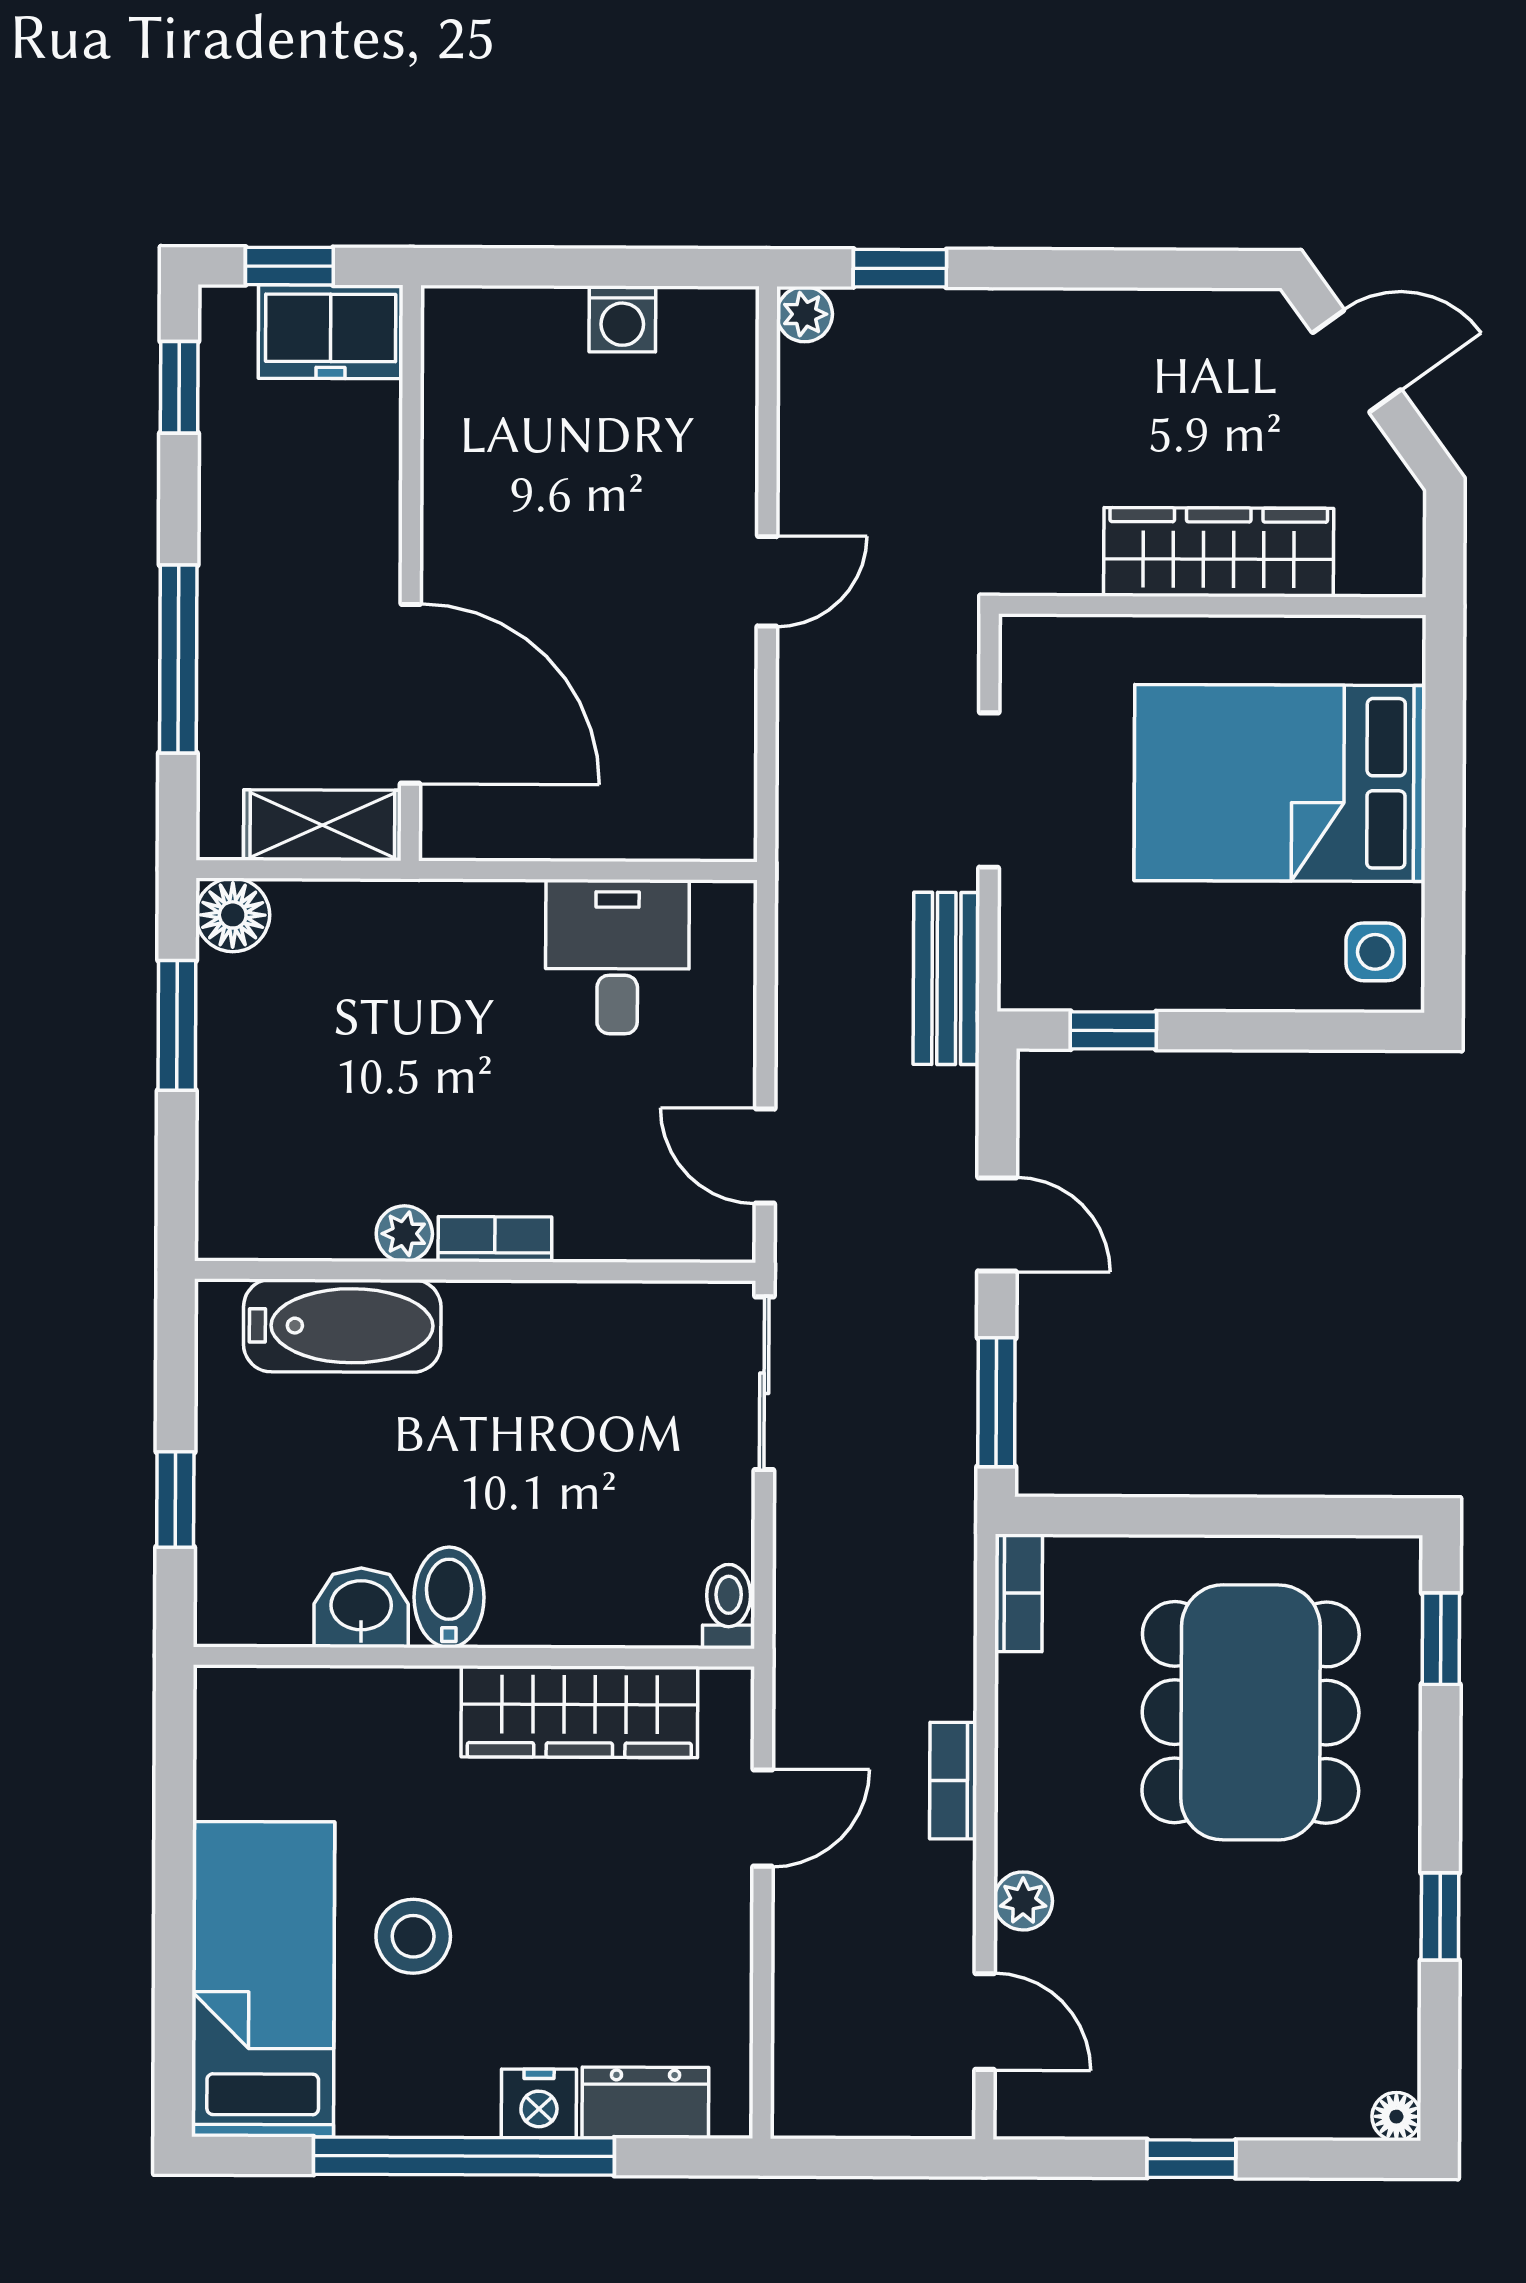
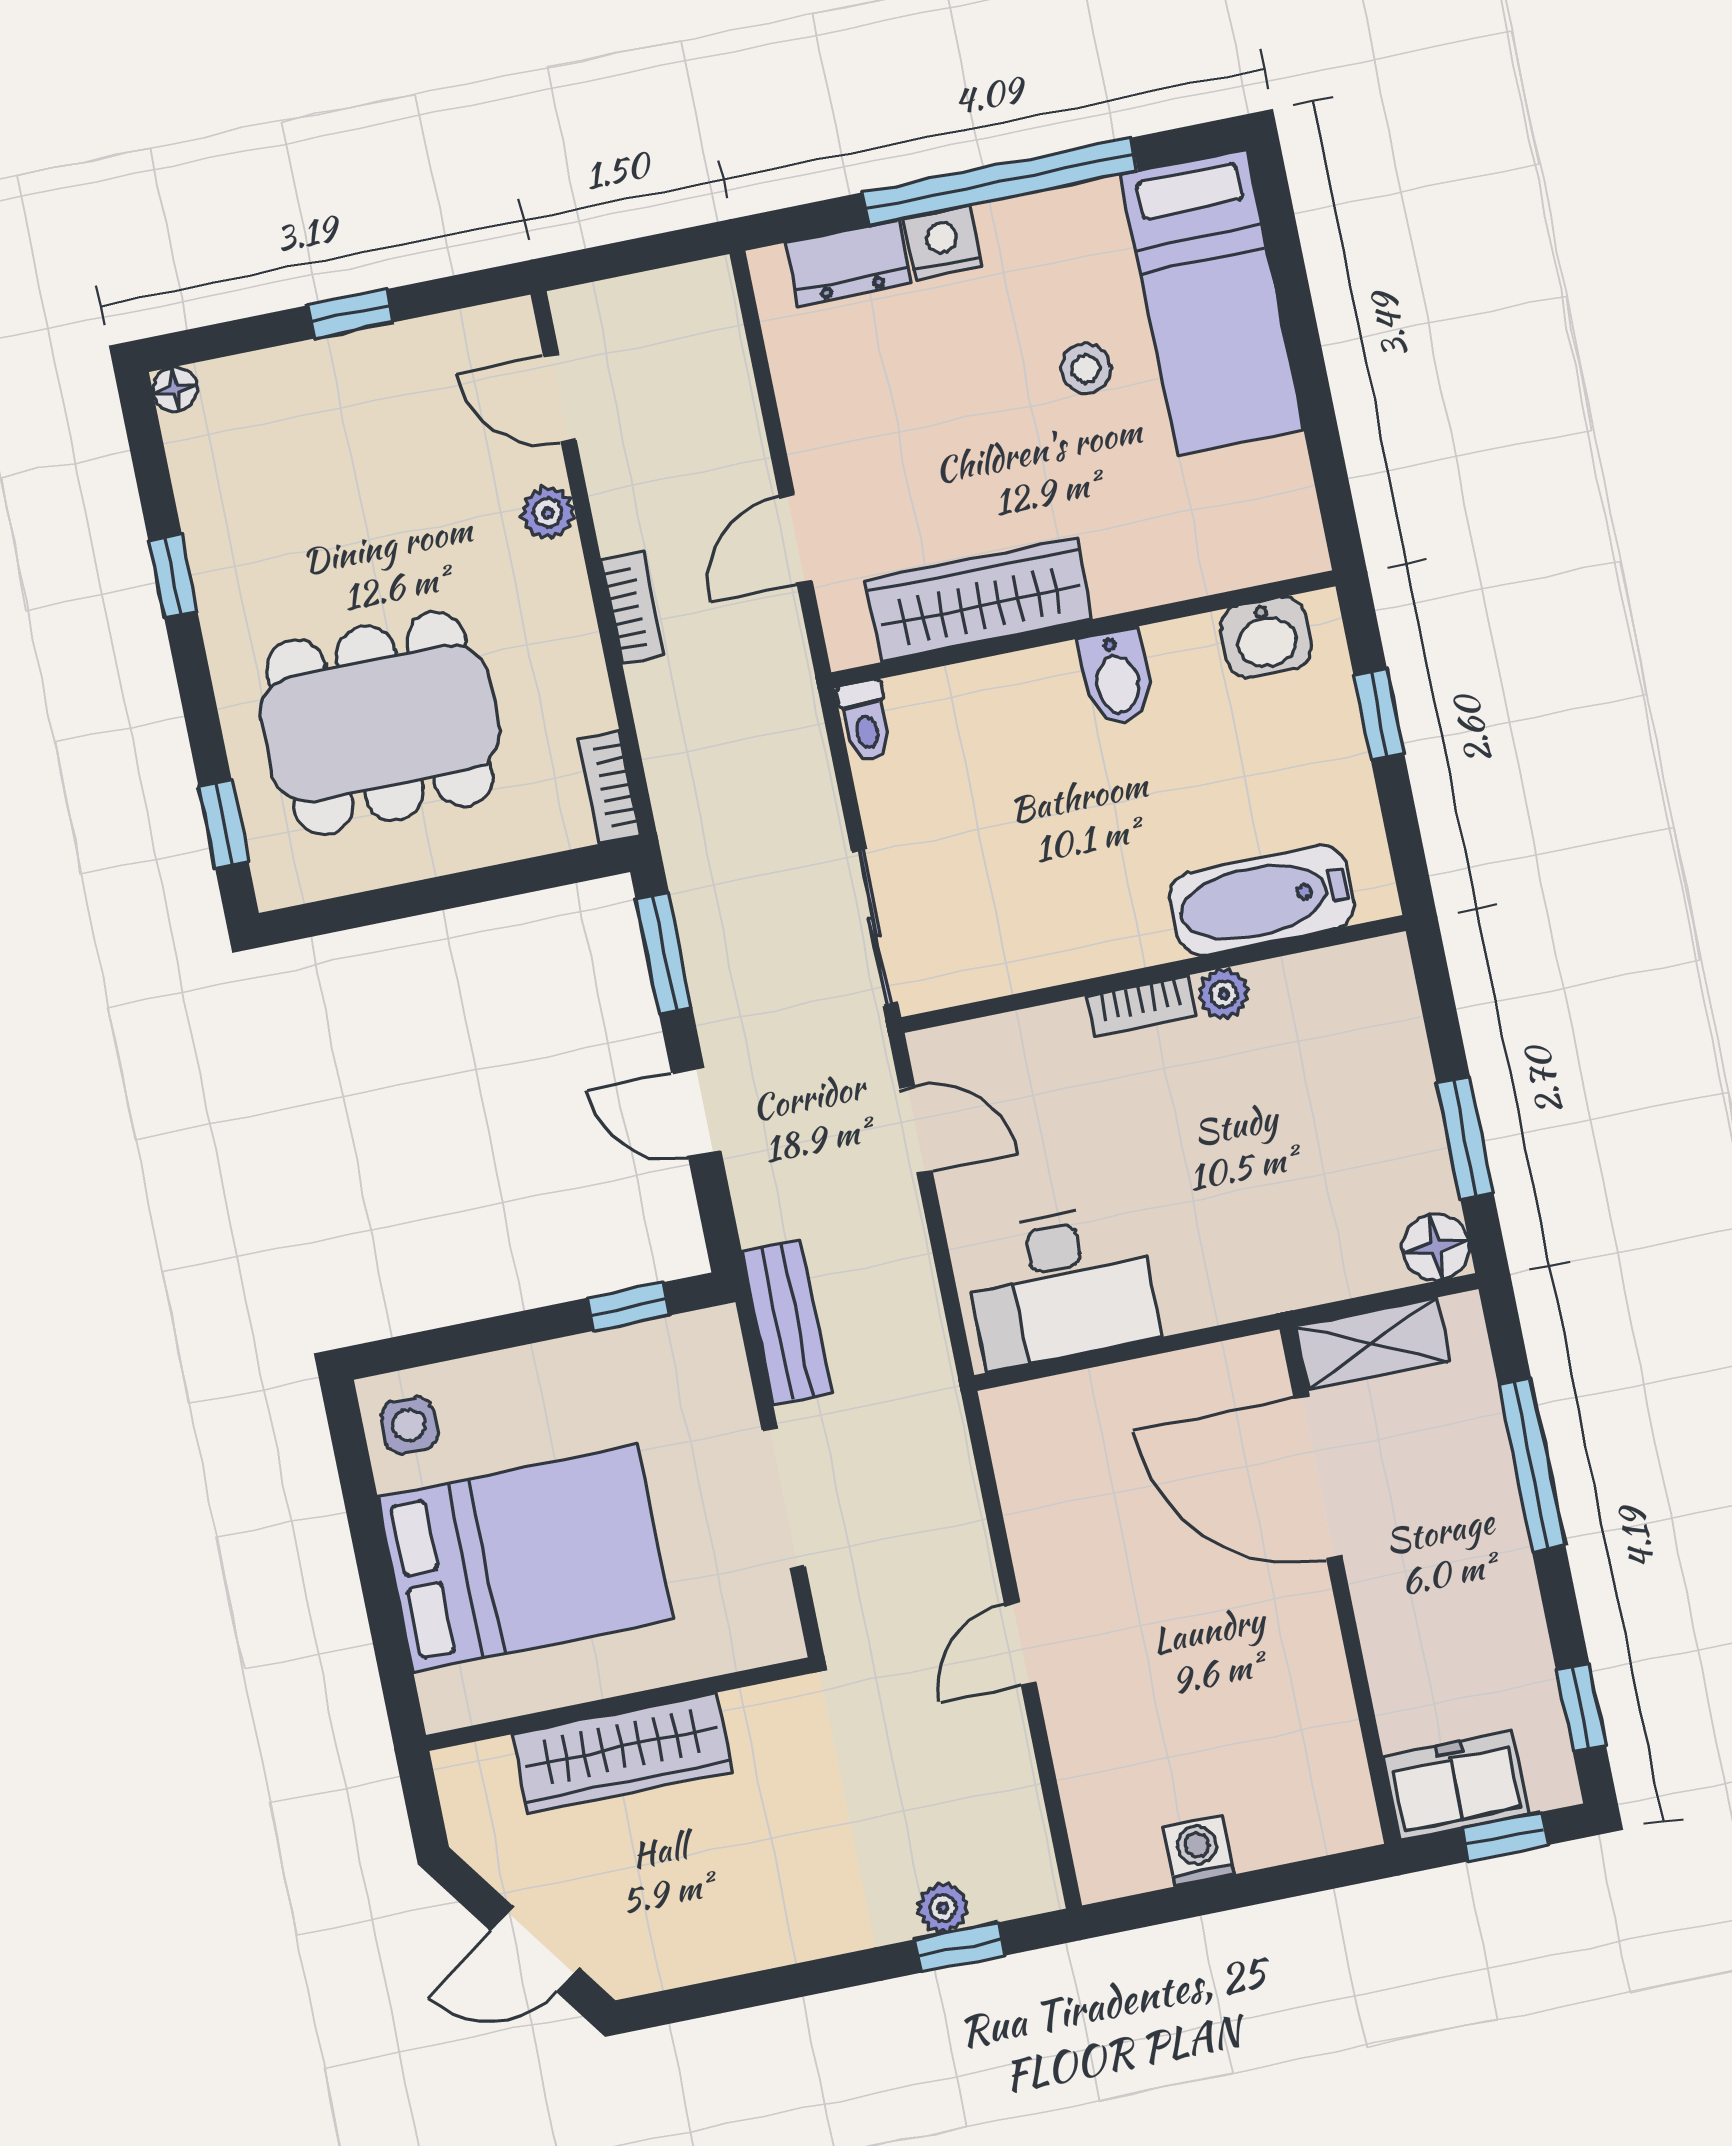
plant: (805, 314) -> (943, 1908), moved
desk: (617, 957) -> (1061, 1286), width x1.37
washbasin: (361, 1608) -> (1266, 637), moved
dining table: (1251, 1712) -> (380, 723), turned 90
stool: (413, 1936) -> (1086, 369), width x0.73, depth x0.73

